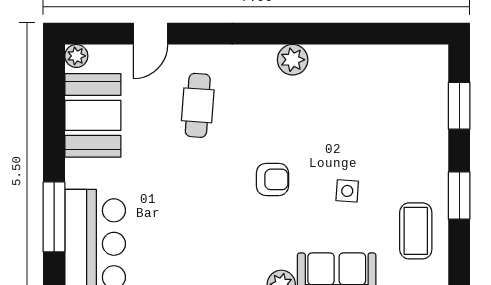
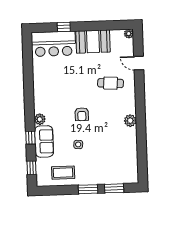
booth: (93, 115) -> (93, 41), moved
window: (459, 195) -> (88, 189), moved
window: (54, 217) -> (64, 27), width x0.46

